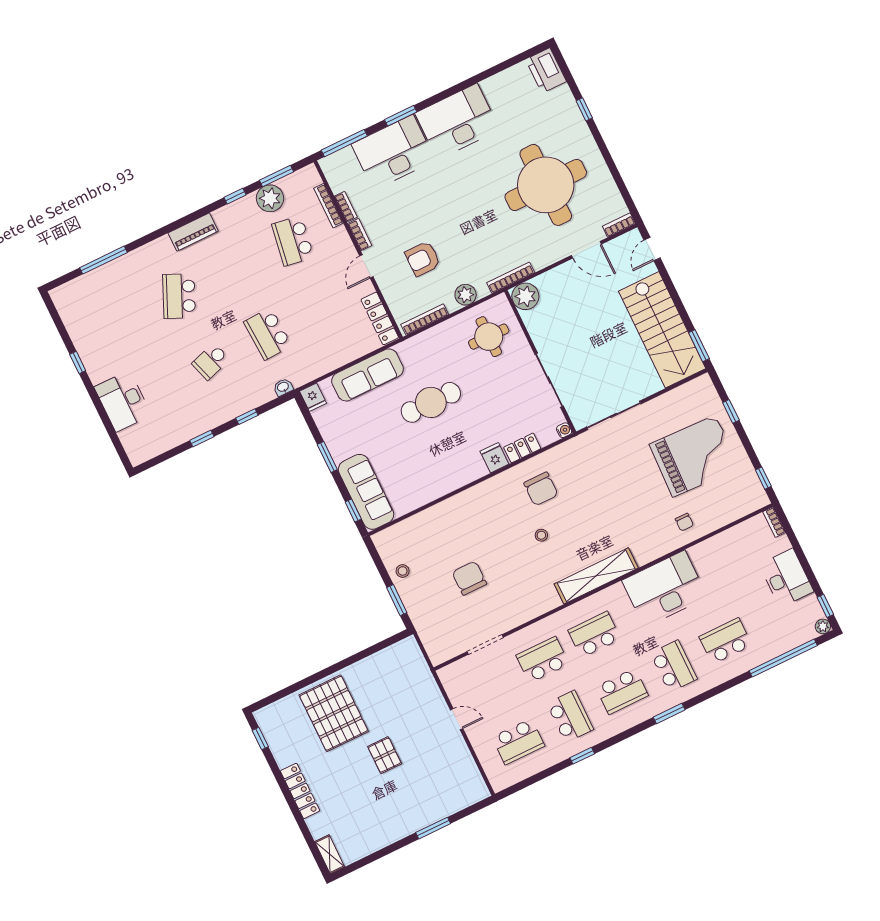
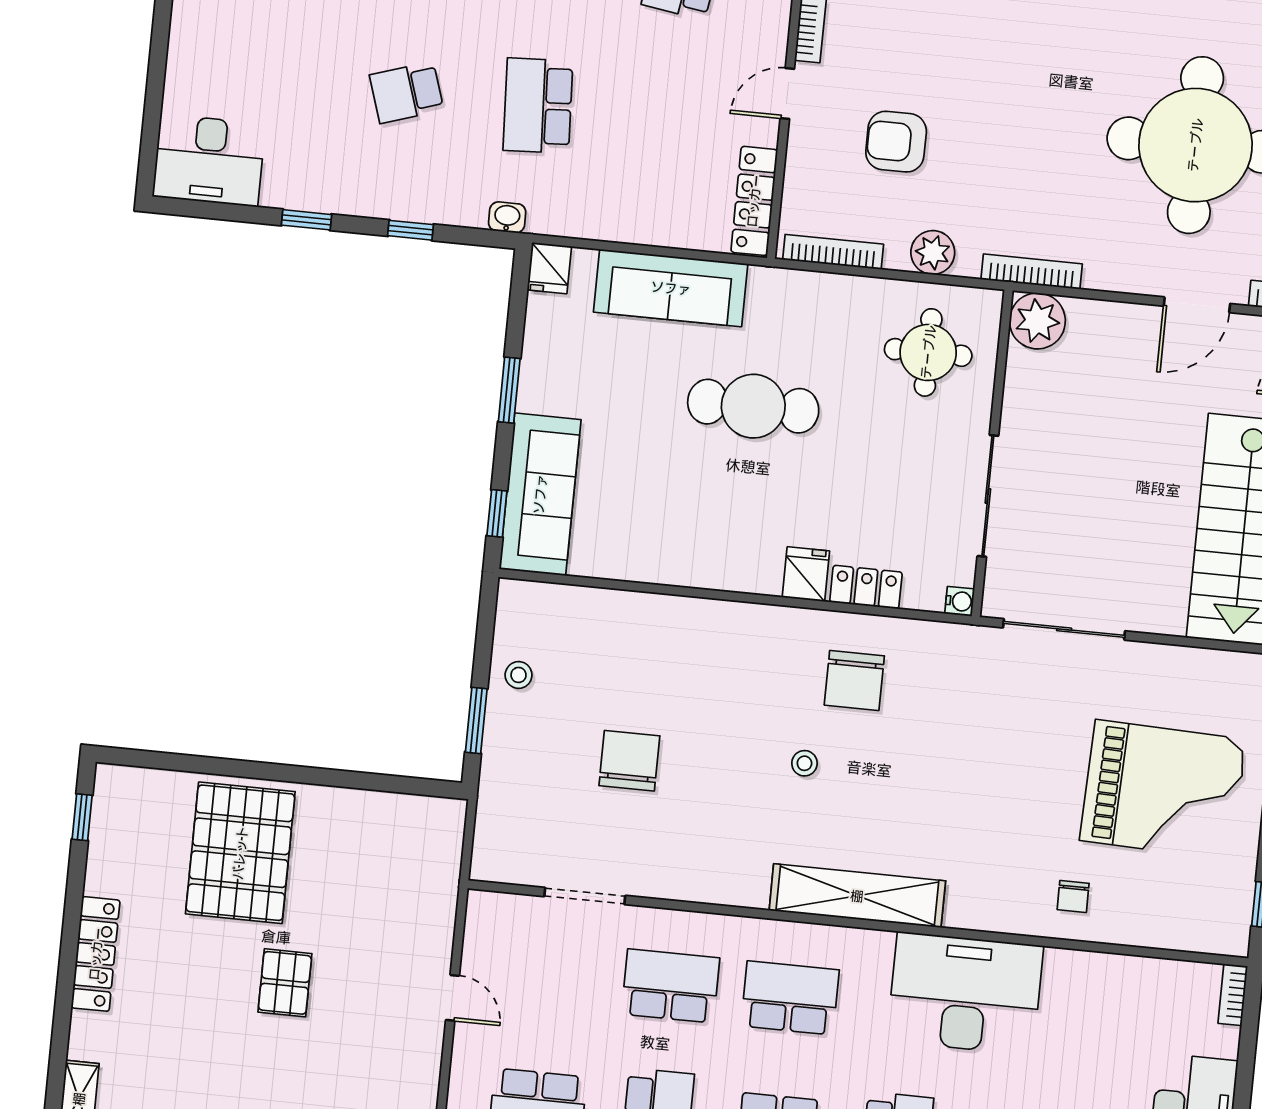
door: (586, 250) -> (1197, 305), hinge flipped
desk: (123, 401) -> (209, 160), moved, turned -90

